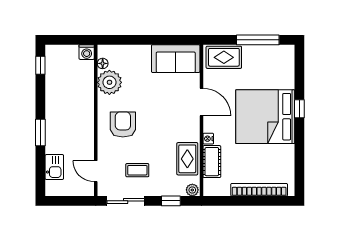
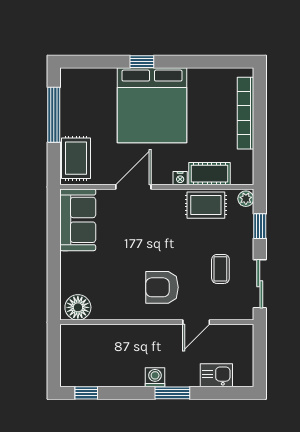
washing machine: (87, 52) -> (155, 377), moved, turned -90
floor lamp: (103, 63) -> (78, 307), width x1.89, depth x1.89
plant: (109, 82) -> (108, 305), removed
door: (96, 171) -> (196, 322), moved

